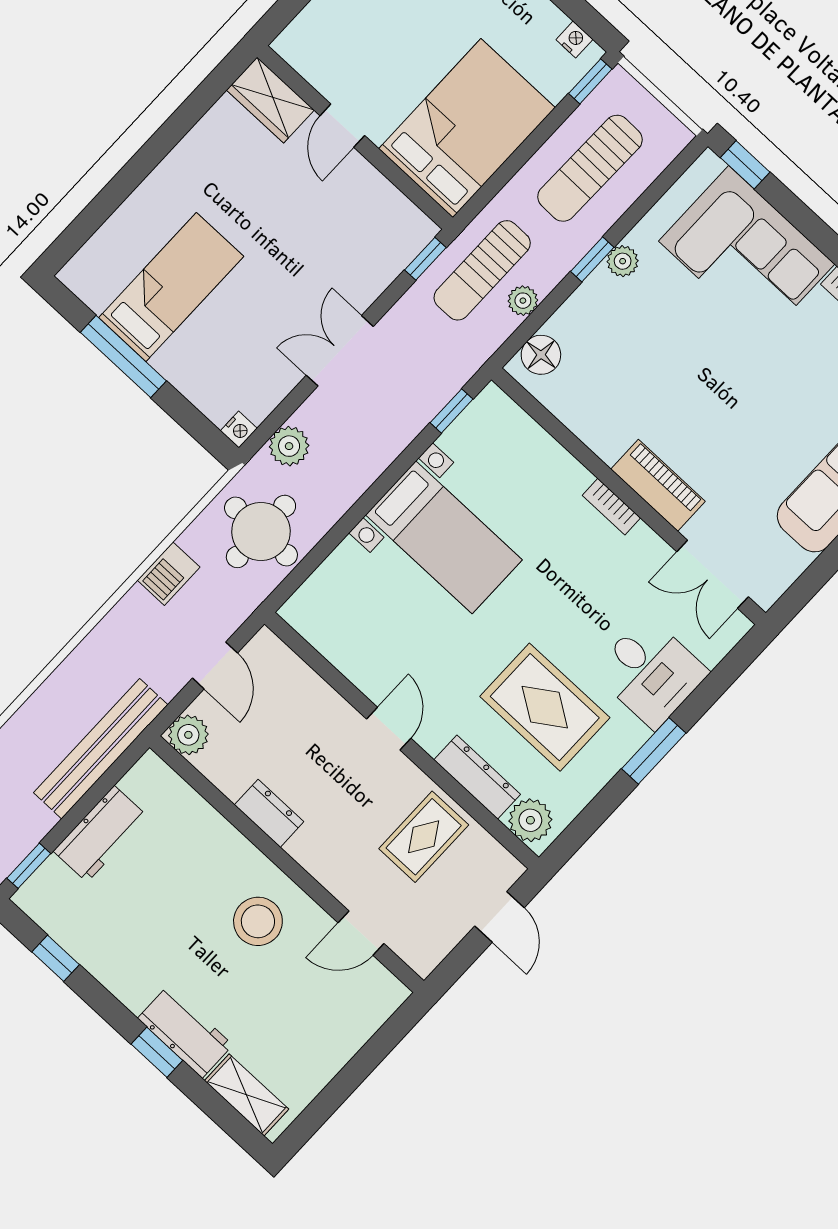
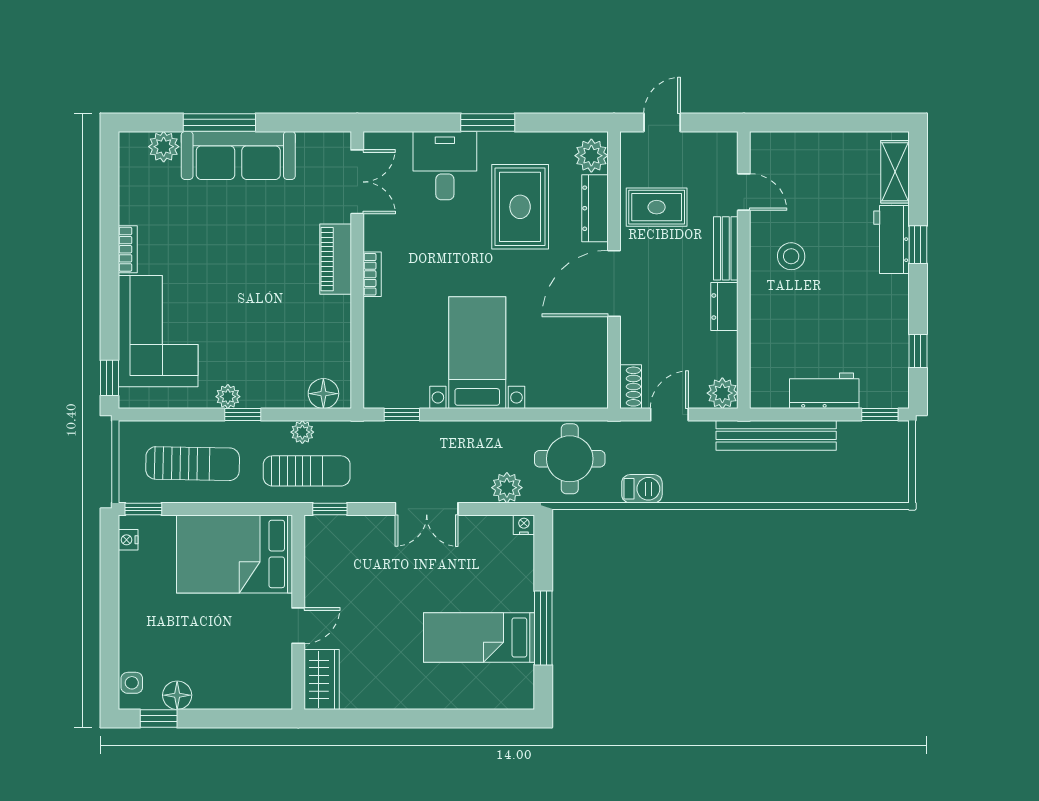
shoe rack: (276, 653) -> (631, 387), added
door: (389, 729) -> (614, 283), width x1.88
bench: (323, 866) -> (726, 248), added
stool: (258, 921) -> (791, 256), width x0.73, depth x0.73

